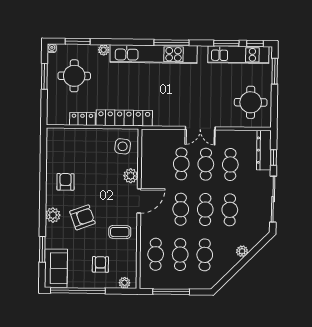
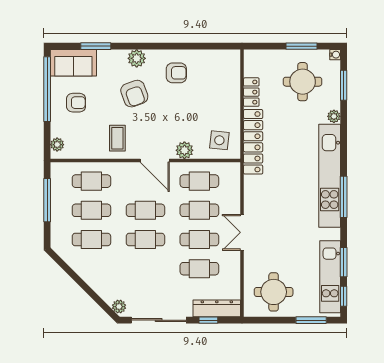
cafe table: (230, 210) -> (199, 181), moved
plant: (242, 251) -> (119, 307), moved
armchair: (100, 264) -> (76, 103), moved

